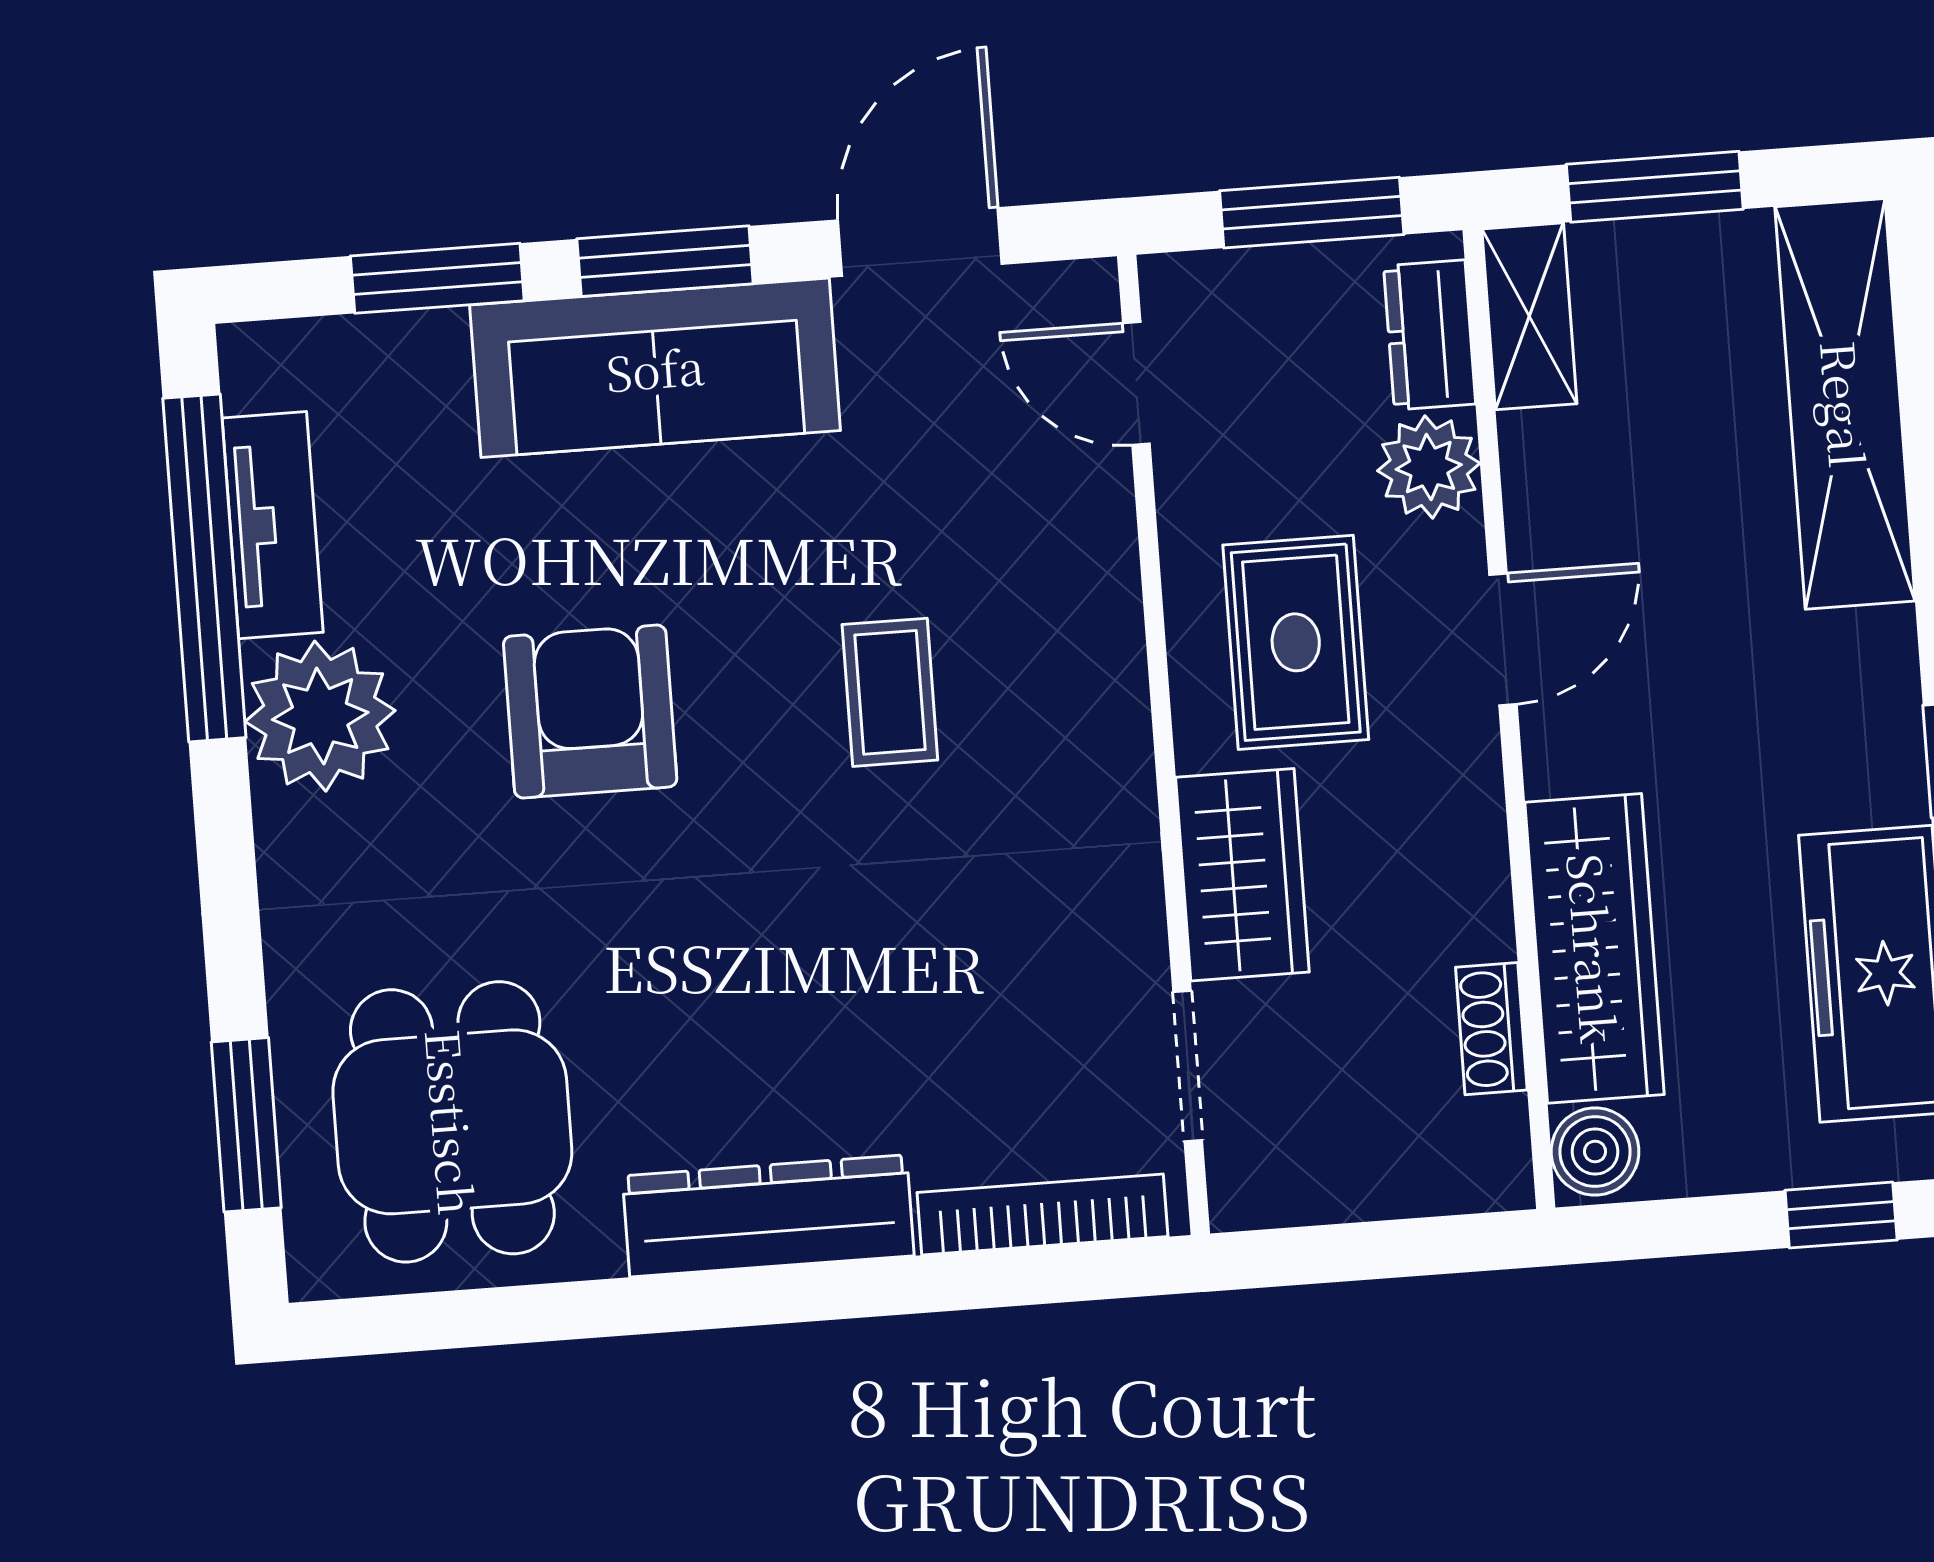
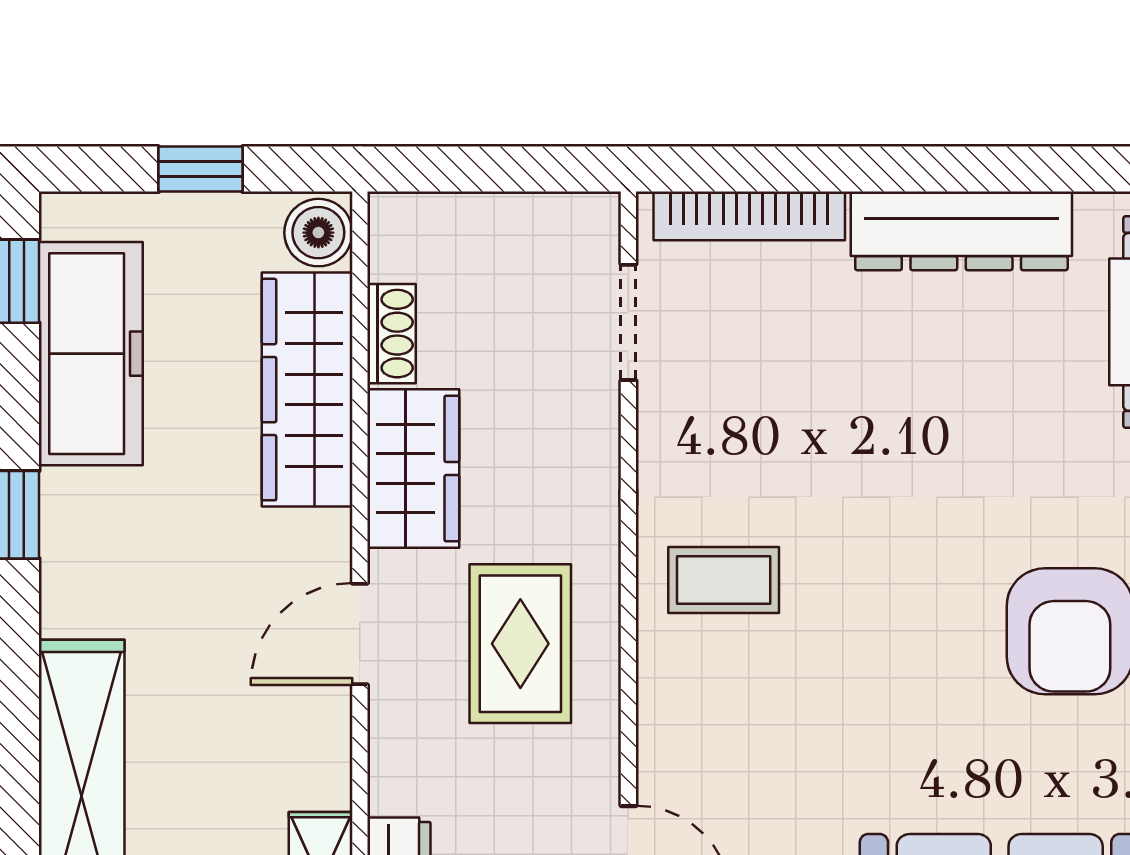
plant: (1429, 467) -> (407, 772), removed
coffee table: (890, 692) -> (724, 580), moved, turned 90
wardrobe: (1242, 875) -> (413, 469), moved, turned 180
window: (1841, 1215) -> (200, 169), moved

